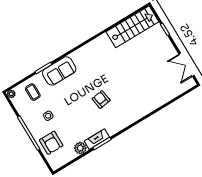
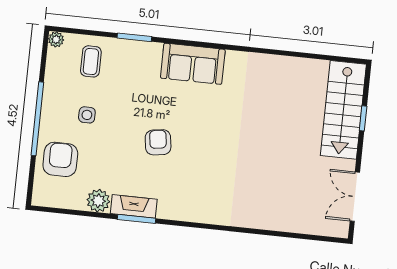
stairs: (132, 27) -> (343, 110), moved, turned 90
sofa: (59, 71) -> (193, 64), moved
armchair: (101, 99) -> (158, 142), moved
armchair: (51, 143) -> (60, 159), turned 180

